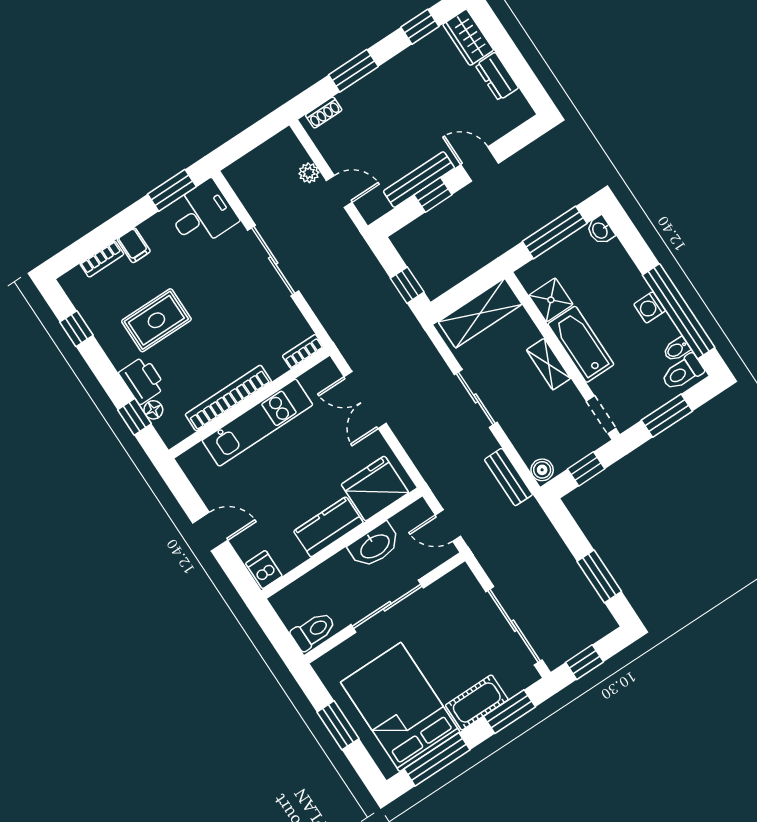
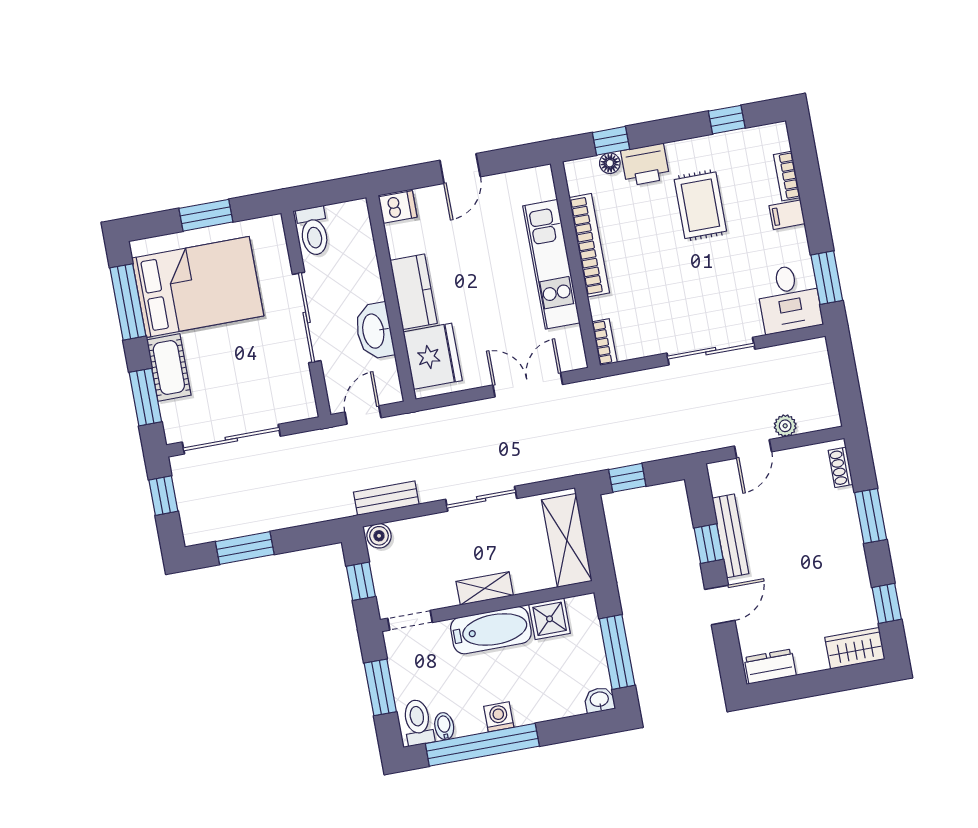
dresser: (497, 77) -> (770, 666), moved

